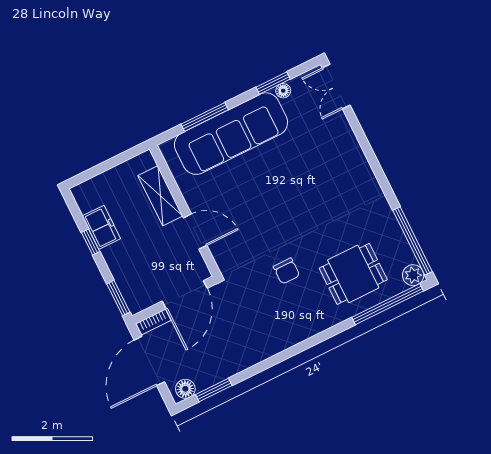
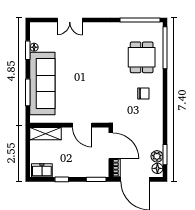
double door: (336, 87) -> (70, 20), moved
shelving: (160, 196) -> (46, 134), moved
freezer: (101, 227) -> (42, 170), moved
door: (195, 232) -> (82, 125), swing flipped
chair: (287, 271) -> (143, 93), moved
plant: (413, 275) -> (157, 156), moved

